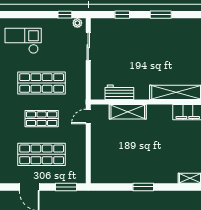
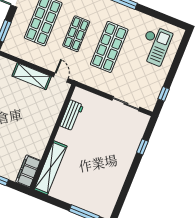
window: (161, 15) -> (128, 182), removed
plant: (77, 23) -> (151, 102), removed
shelving: (128, 112) -> (32, 76), moved, turned 90

